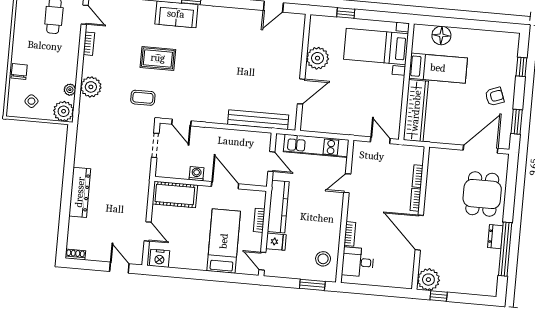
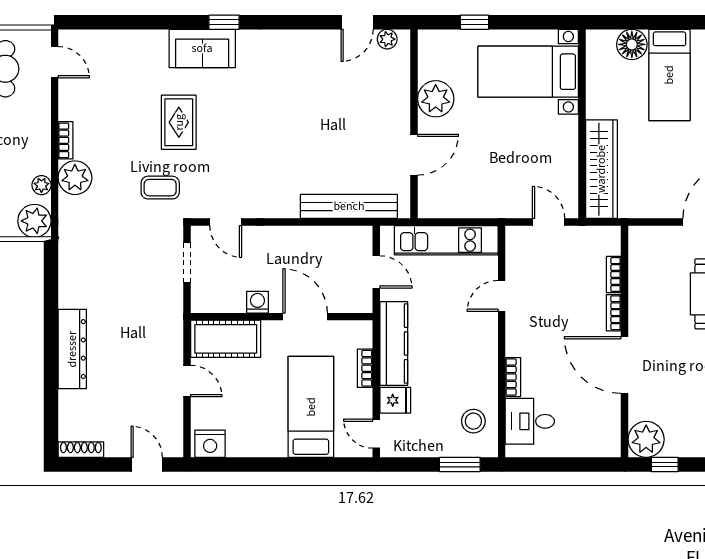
plant: (291, 19) -> (387, 39), added
bookcase: (89, 44) -> (66, 140), moved
rug: (158, 58) -> (179, 122), turned 90
bed: (438, 68) -> (669, 75), moved, turned 90
door: (148, 231) -> (187, 381), moved
shoe rack: (75, 254) -> (81, 450), width x1.43

